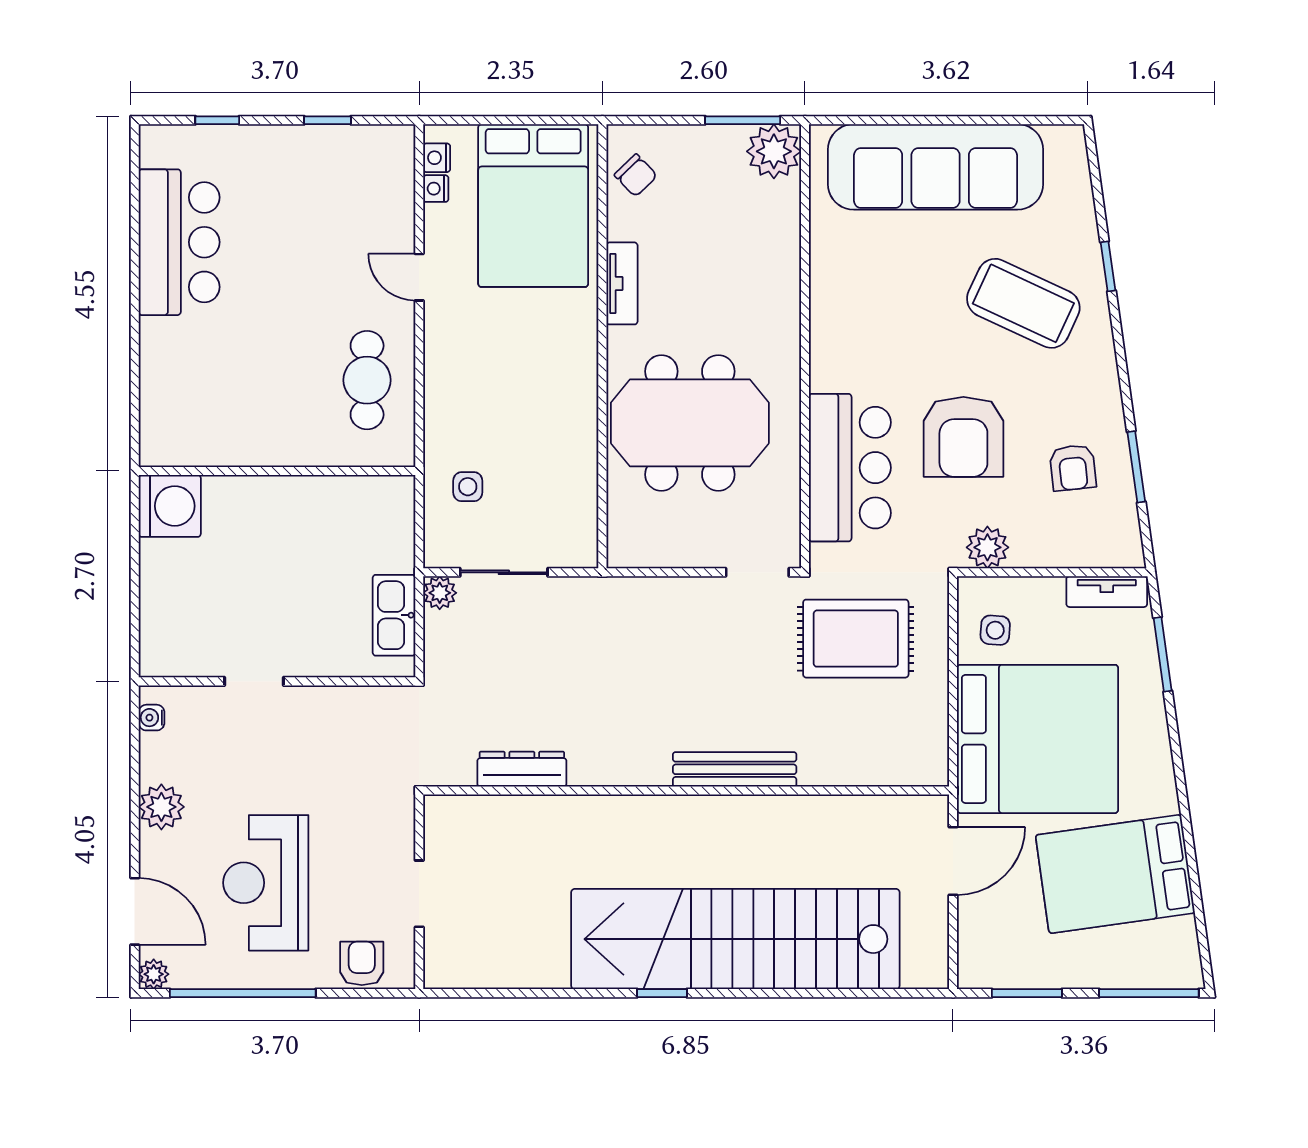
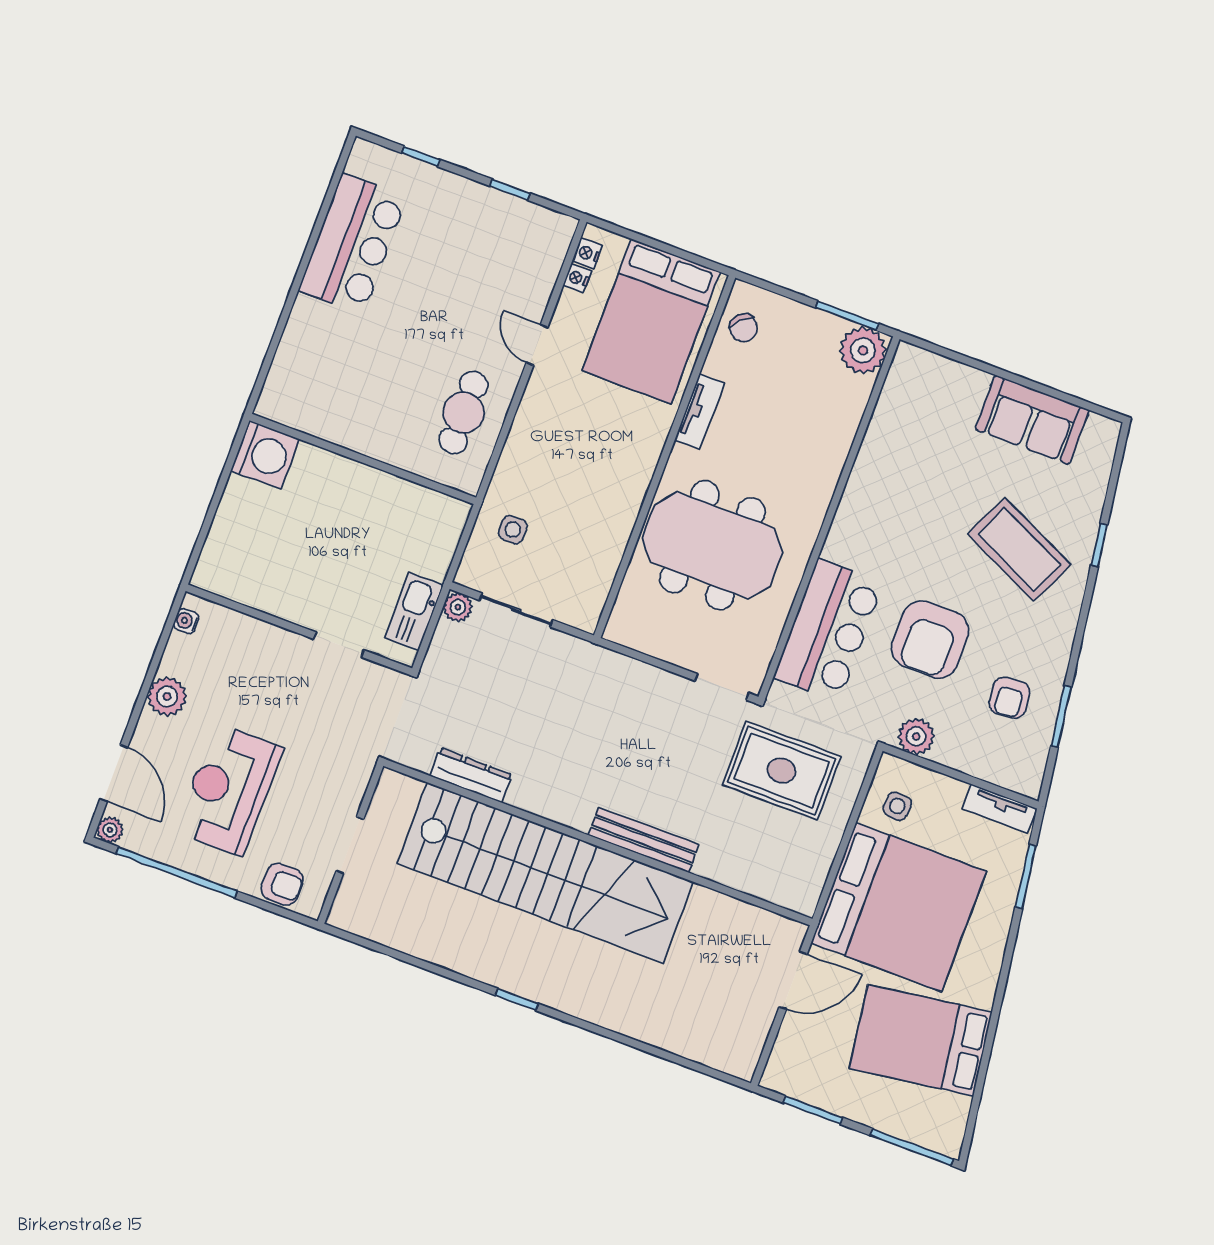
sofa: (936, 167) -> (1032, 420), width x0.54, depth x0.79
doorway: (254, 681) -> (339, 645), moved
stairs: (735, 939) -> (545, 873), moved, turned 180
armchair: (362, 963) -> (282, 884), turned 90

